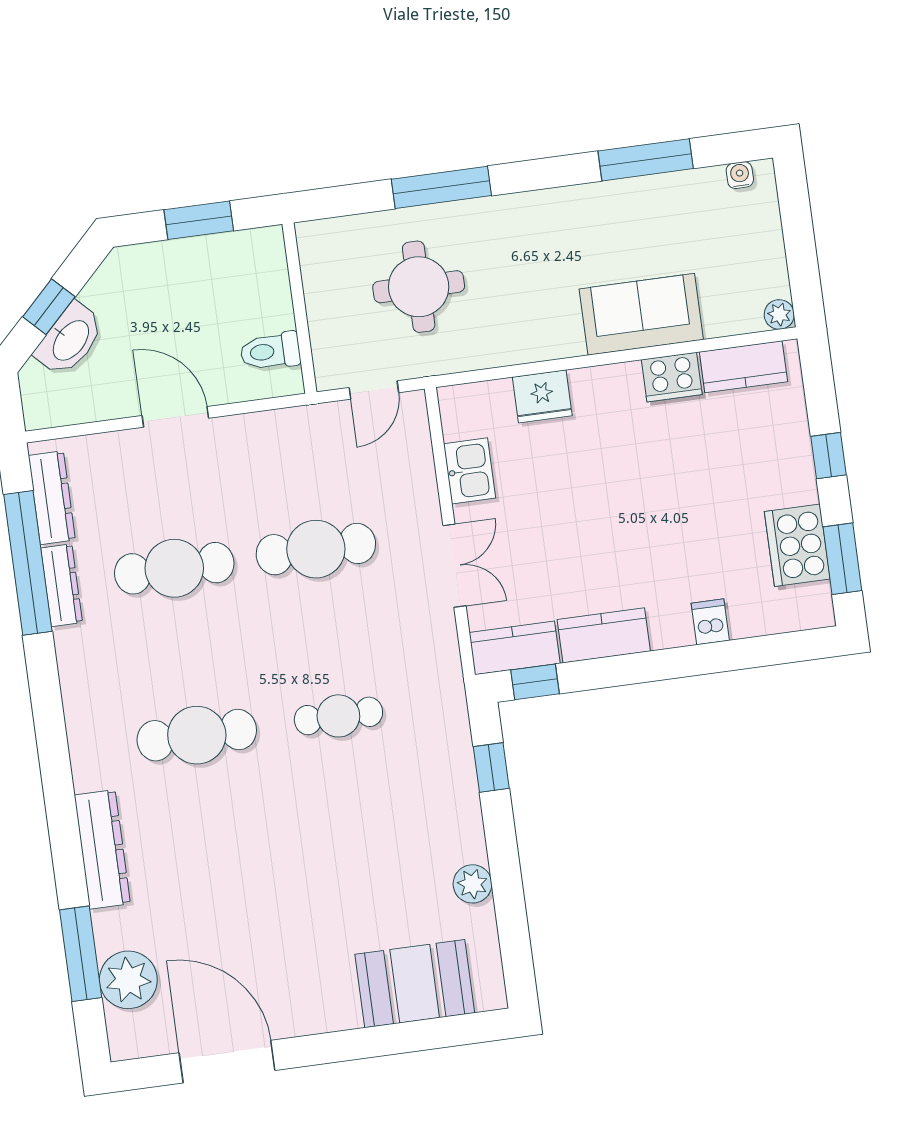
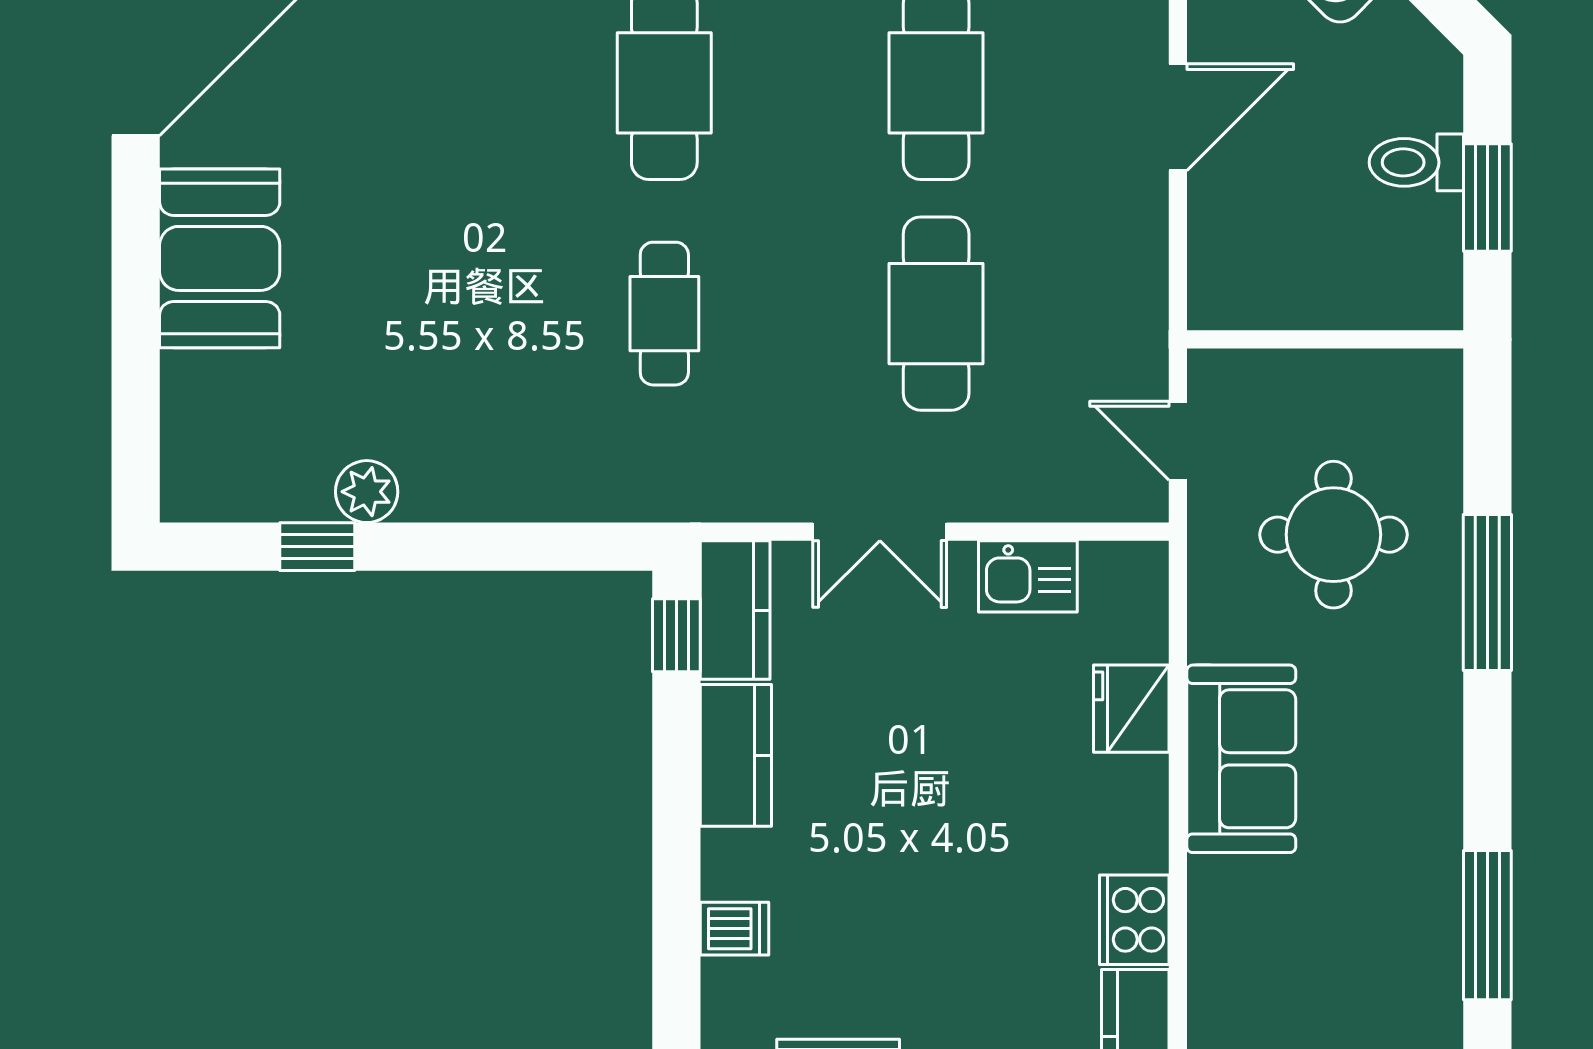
sofa: (641, 314) -> (1241, 759), moved
toilet: (270, 351) -> (1416, 162), moved, turned -90
window: (491, 768) -> (317, 547), moved
booth: (415, 984) -> (220, 258), moved

